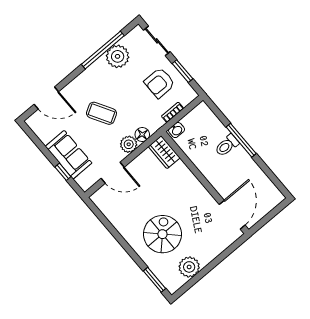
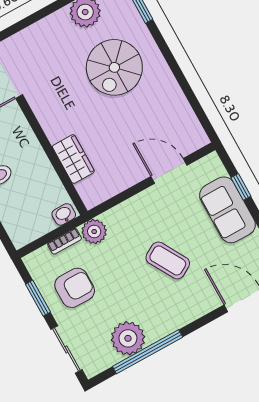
floor lamp: (142, 134) -> (115, 218), removed
plant: (129, 144) -> (94, 232), moved
wardrobe: (164, 152) -> (73, 159), moved

